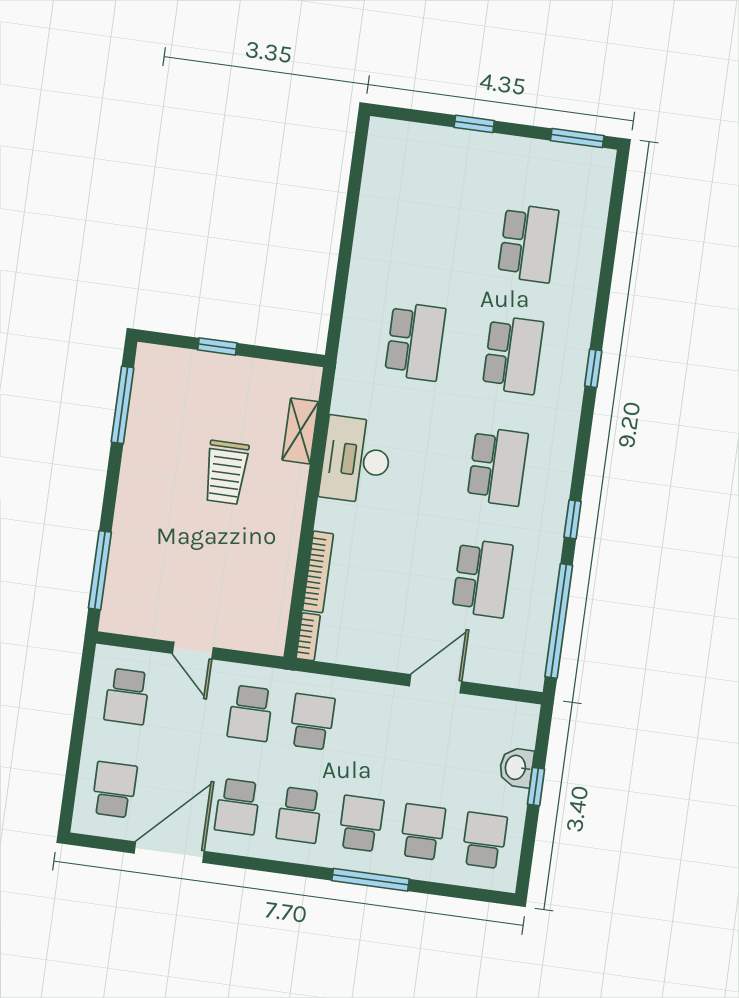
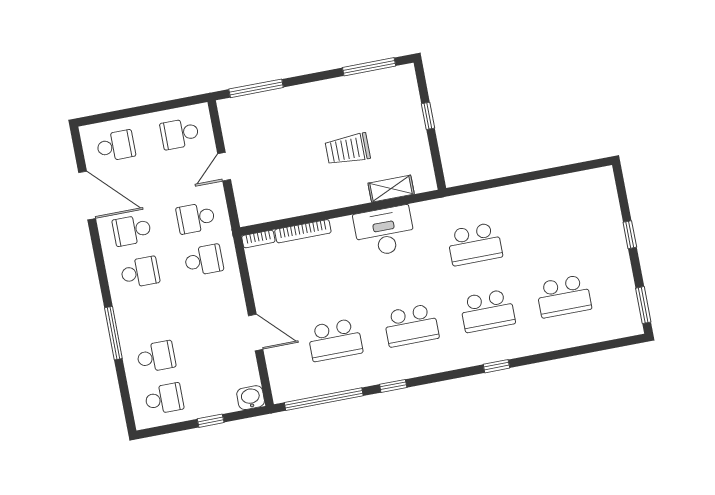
washbasin: (516, 767) -> (251, 398), moved
school desk: (299, 815) -> (140, 272), turned 180
school desk: (361, 823) -> (148, 314), removed

